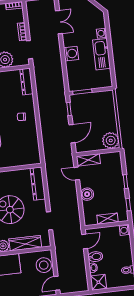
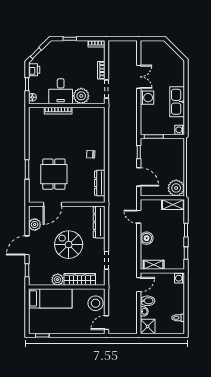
double door: (59, 22) -> (139, 77), moved
washing machine: (102, 33) -> (180, 130), moved
dresser: (26, 81) -> (100, 183), moved
door: (72, 134) -> (139, 177), hinge flipped
shelving: (88, 160) -> (173, 205), moved
shelving: (107, 219) -> (154, 265), moved

